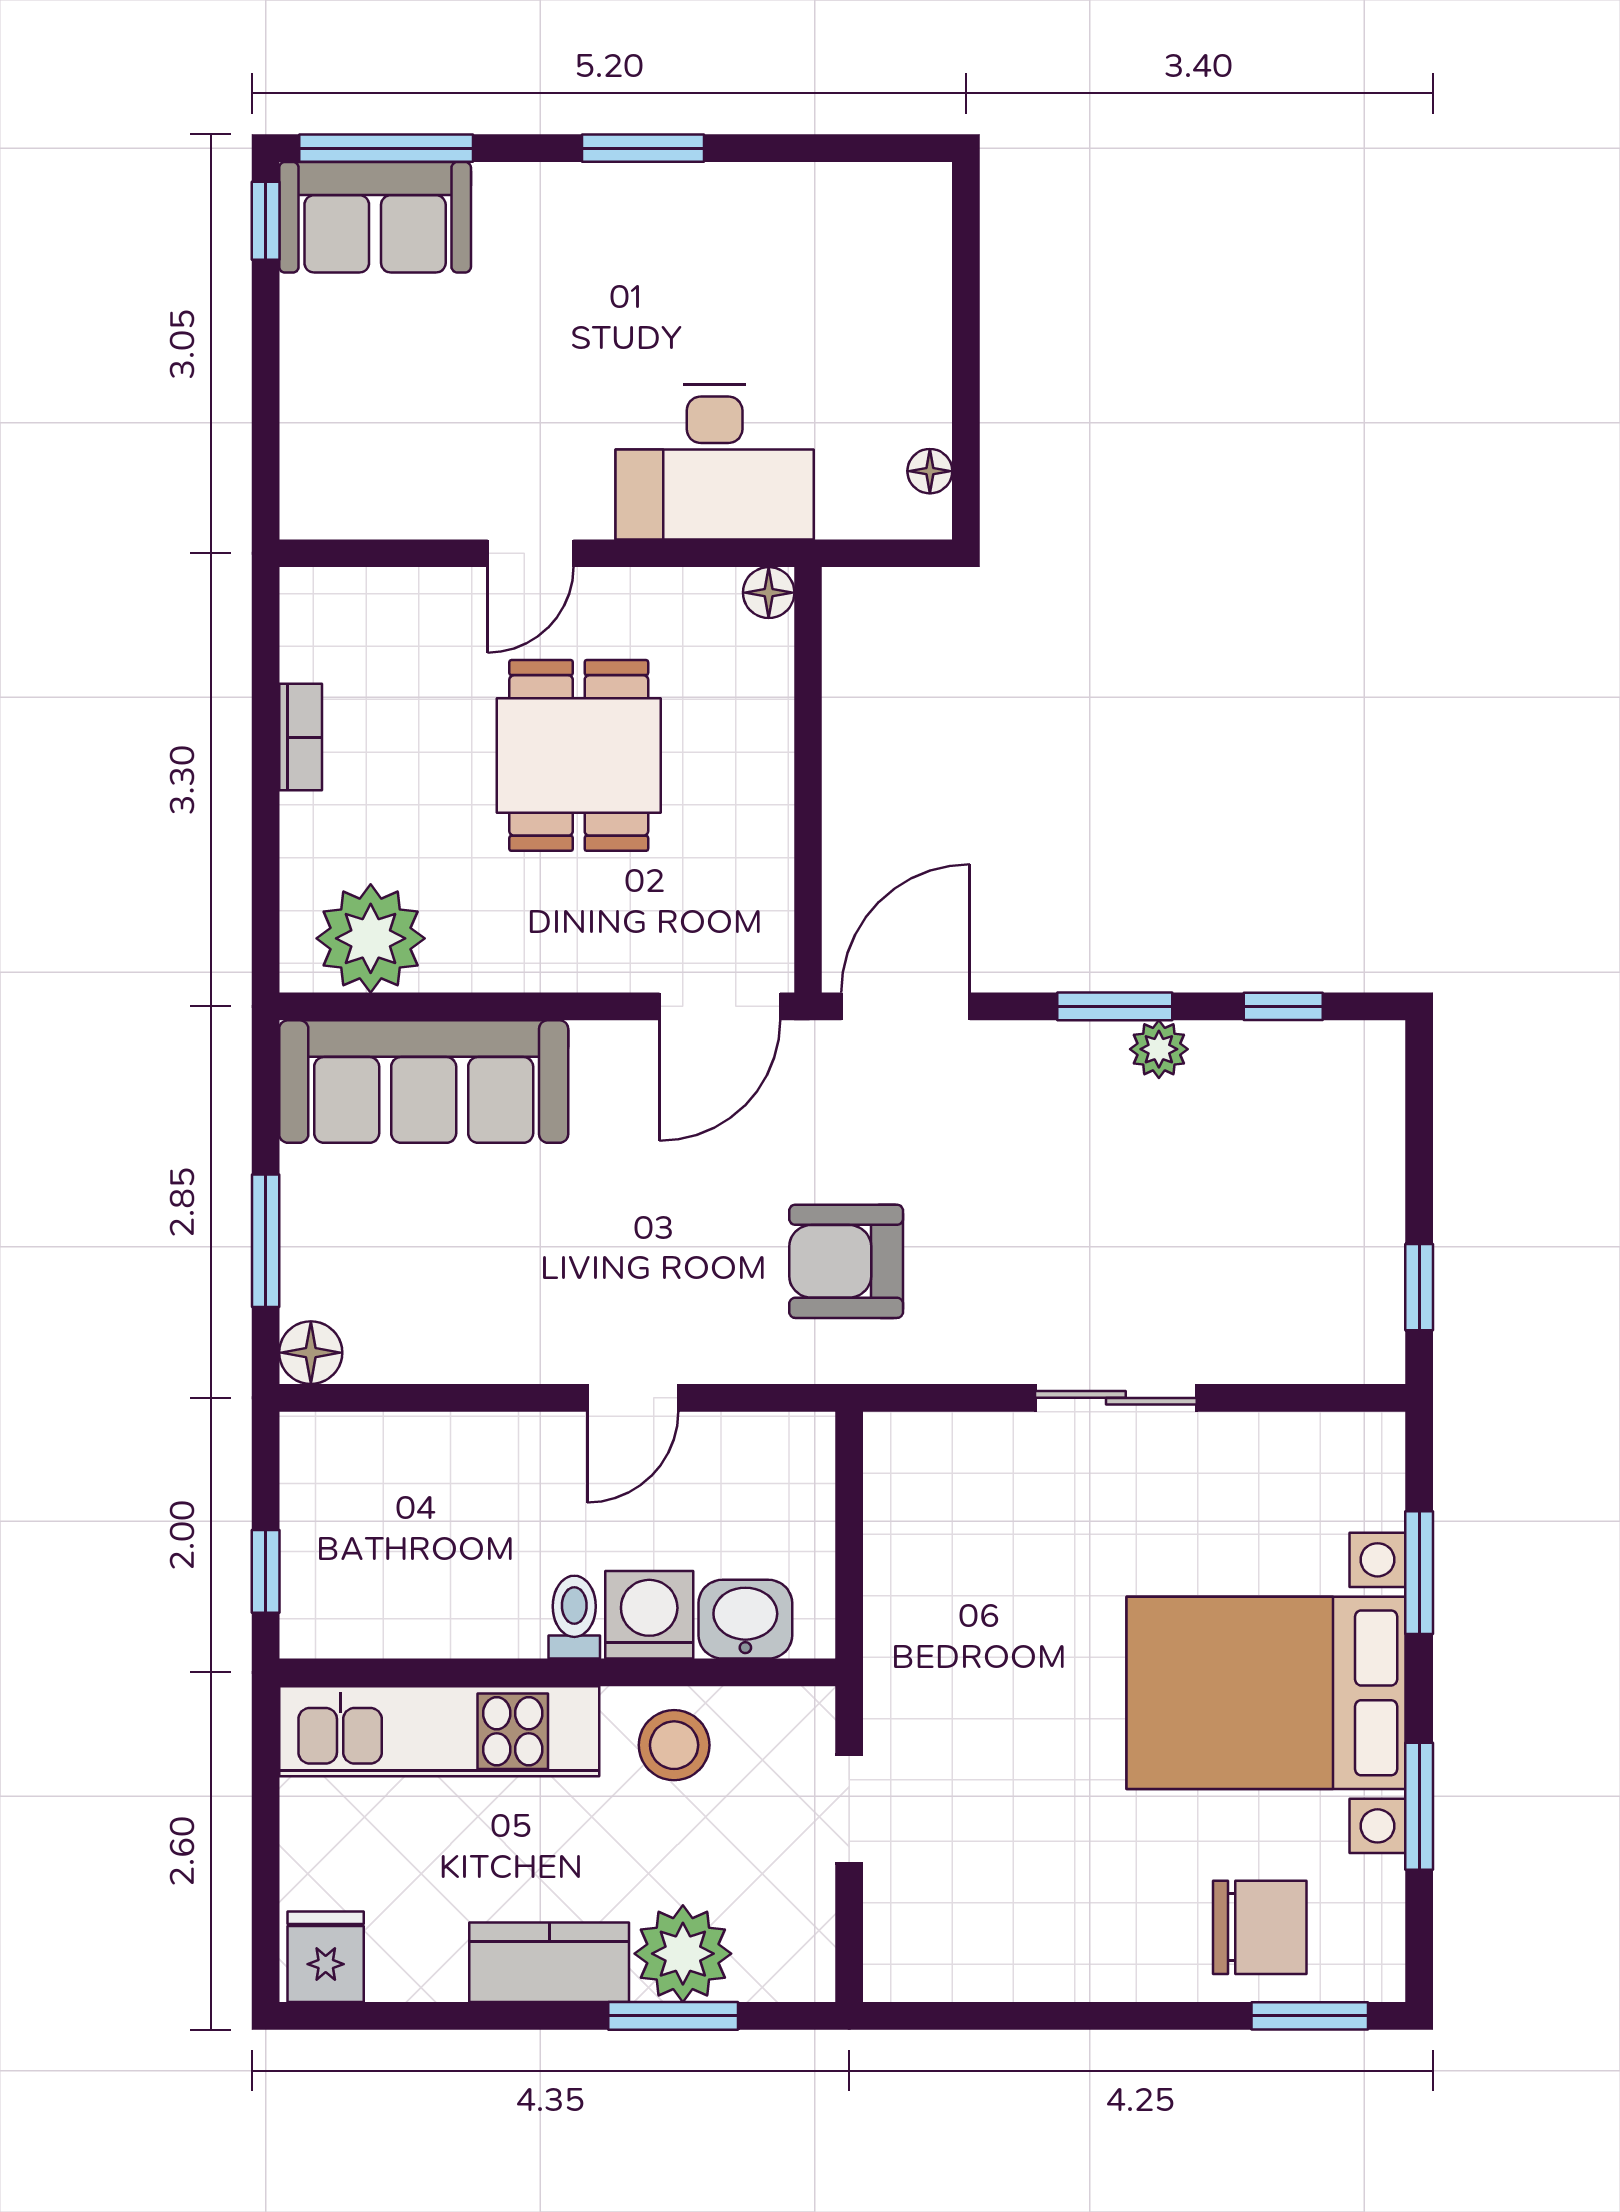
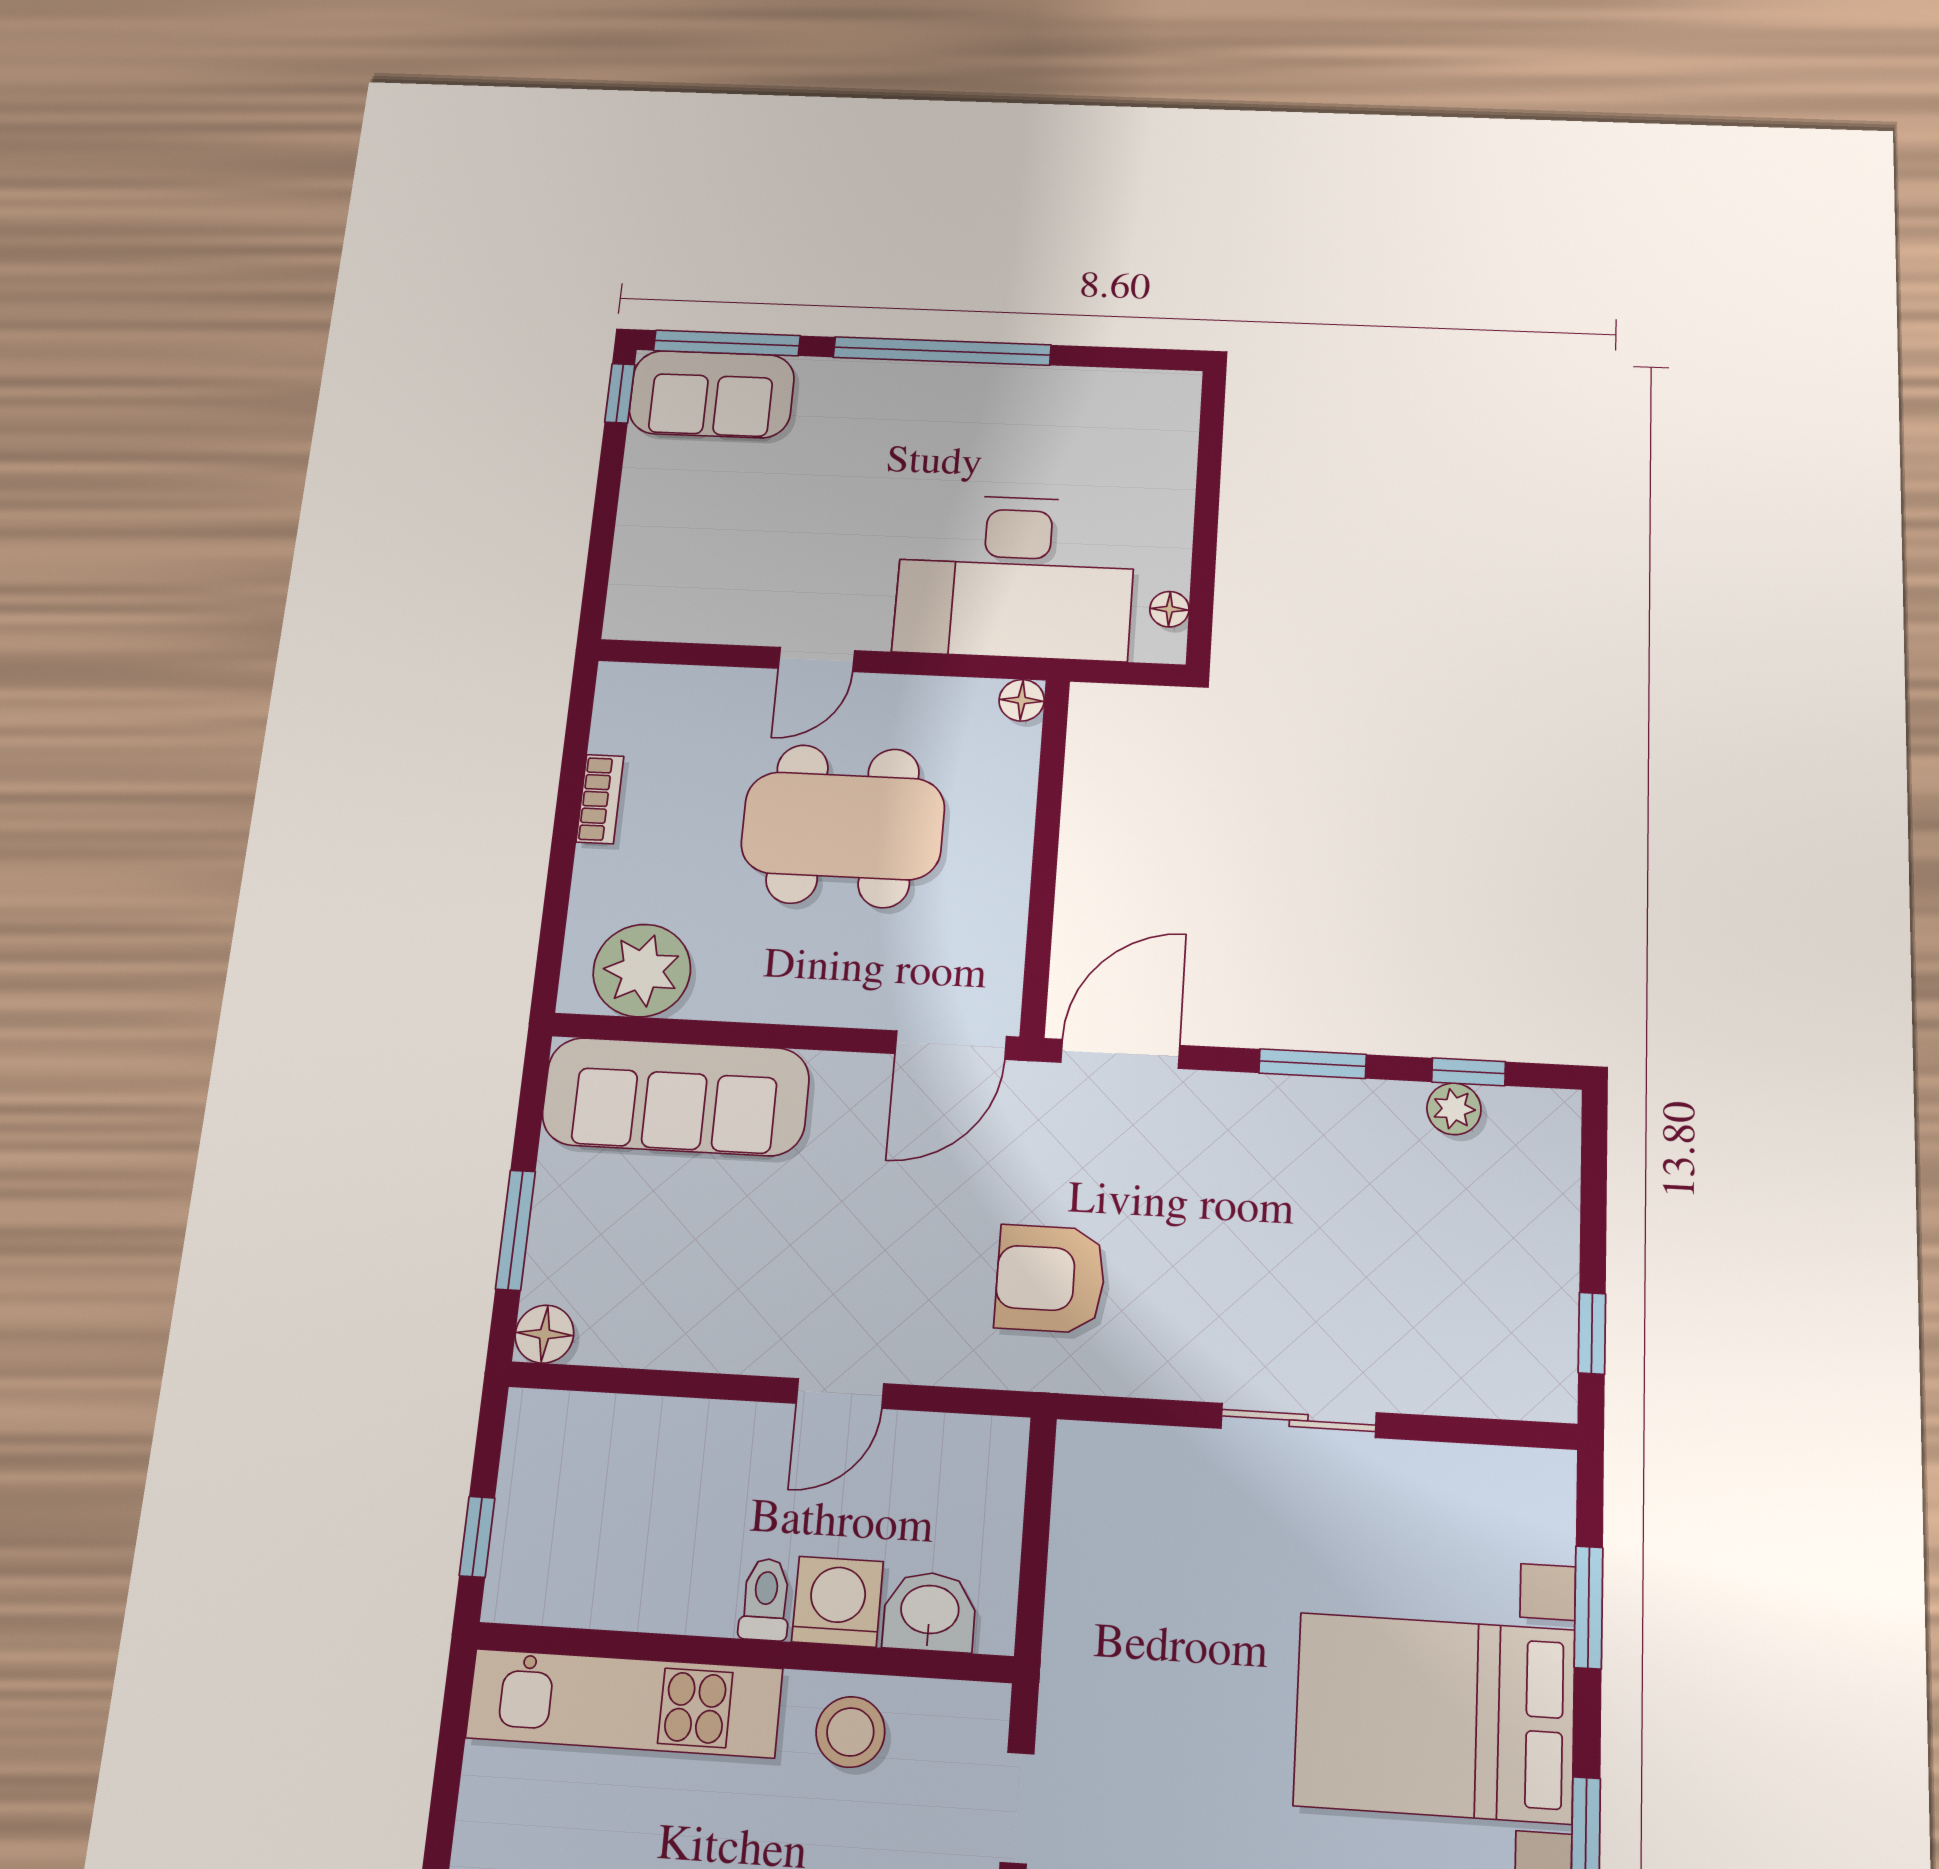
window: (643, 148) -> (942, 351), width x2.11
desk: (715, 462) -> (1015, 577), width x1.36, depth x1.30
dining table: (579, 755) -> (843, 826), width x1.38
plant: (1159, 1049) -> (1454, 1109), moved

